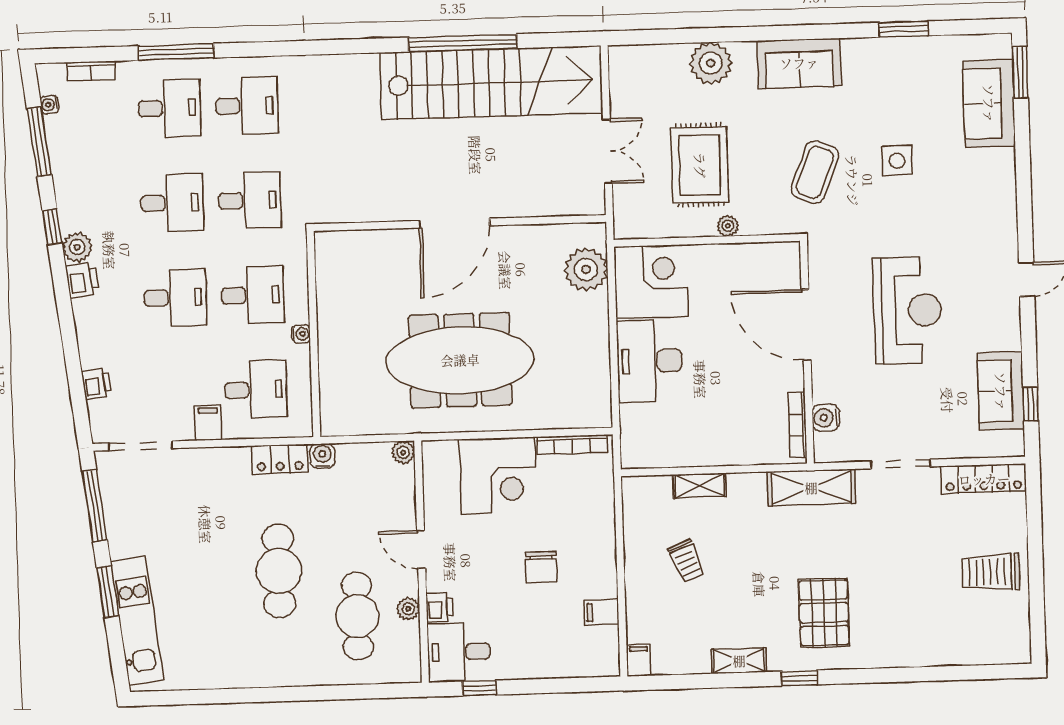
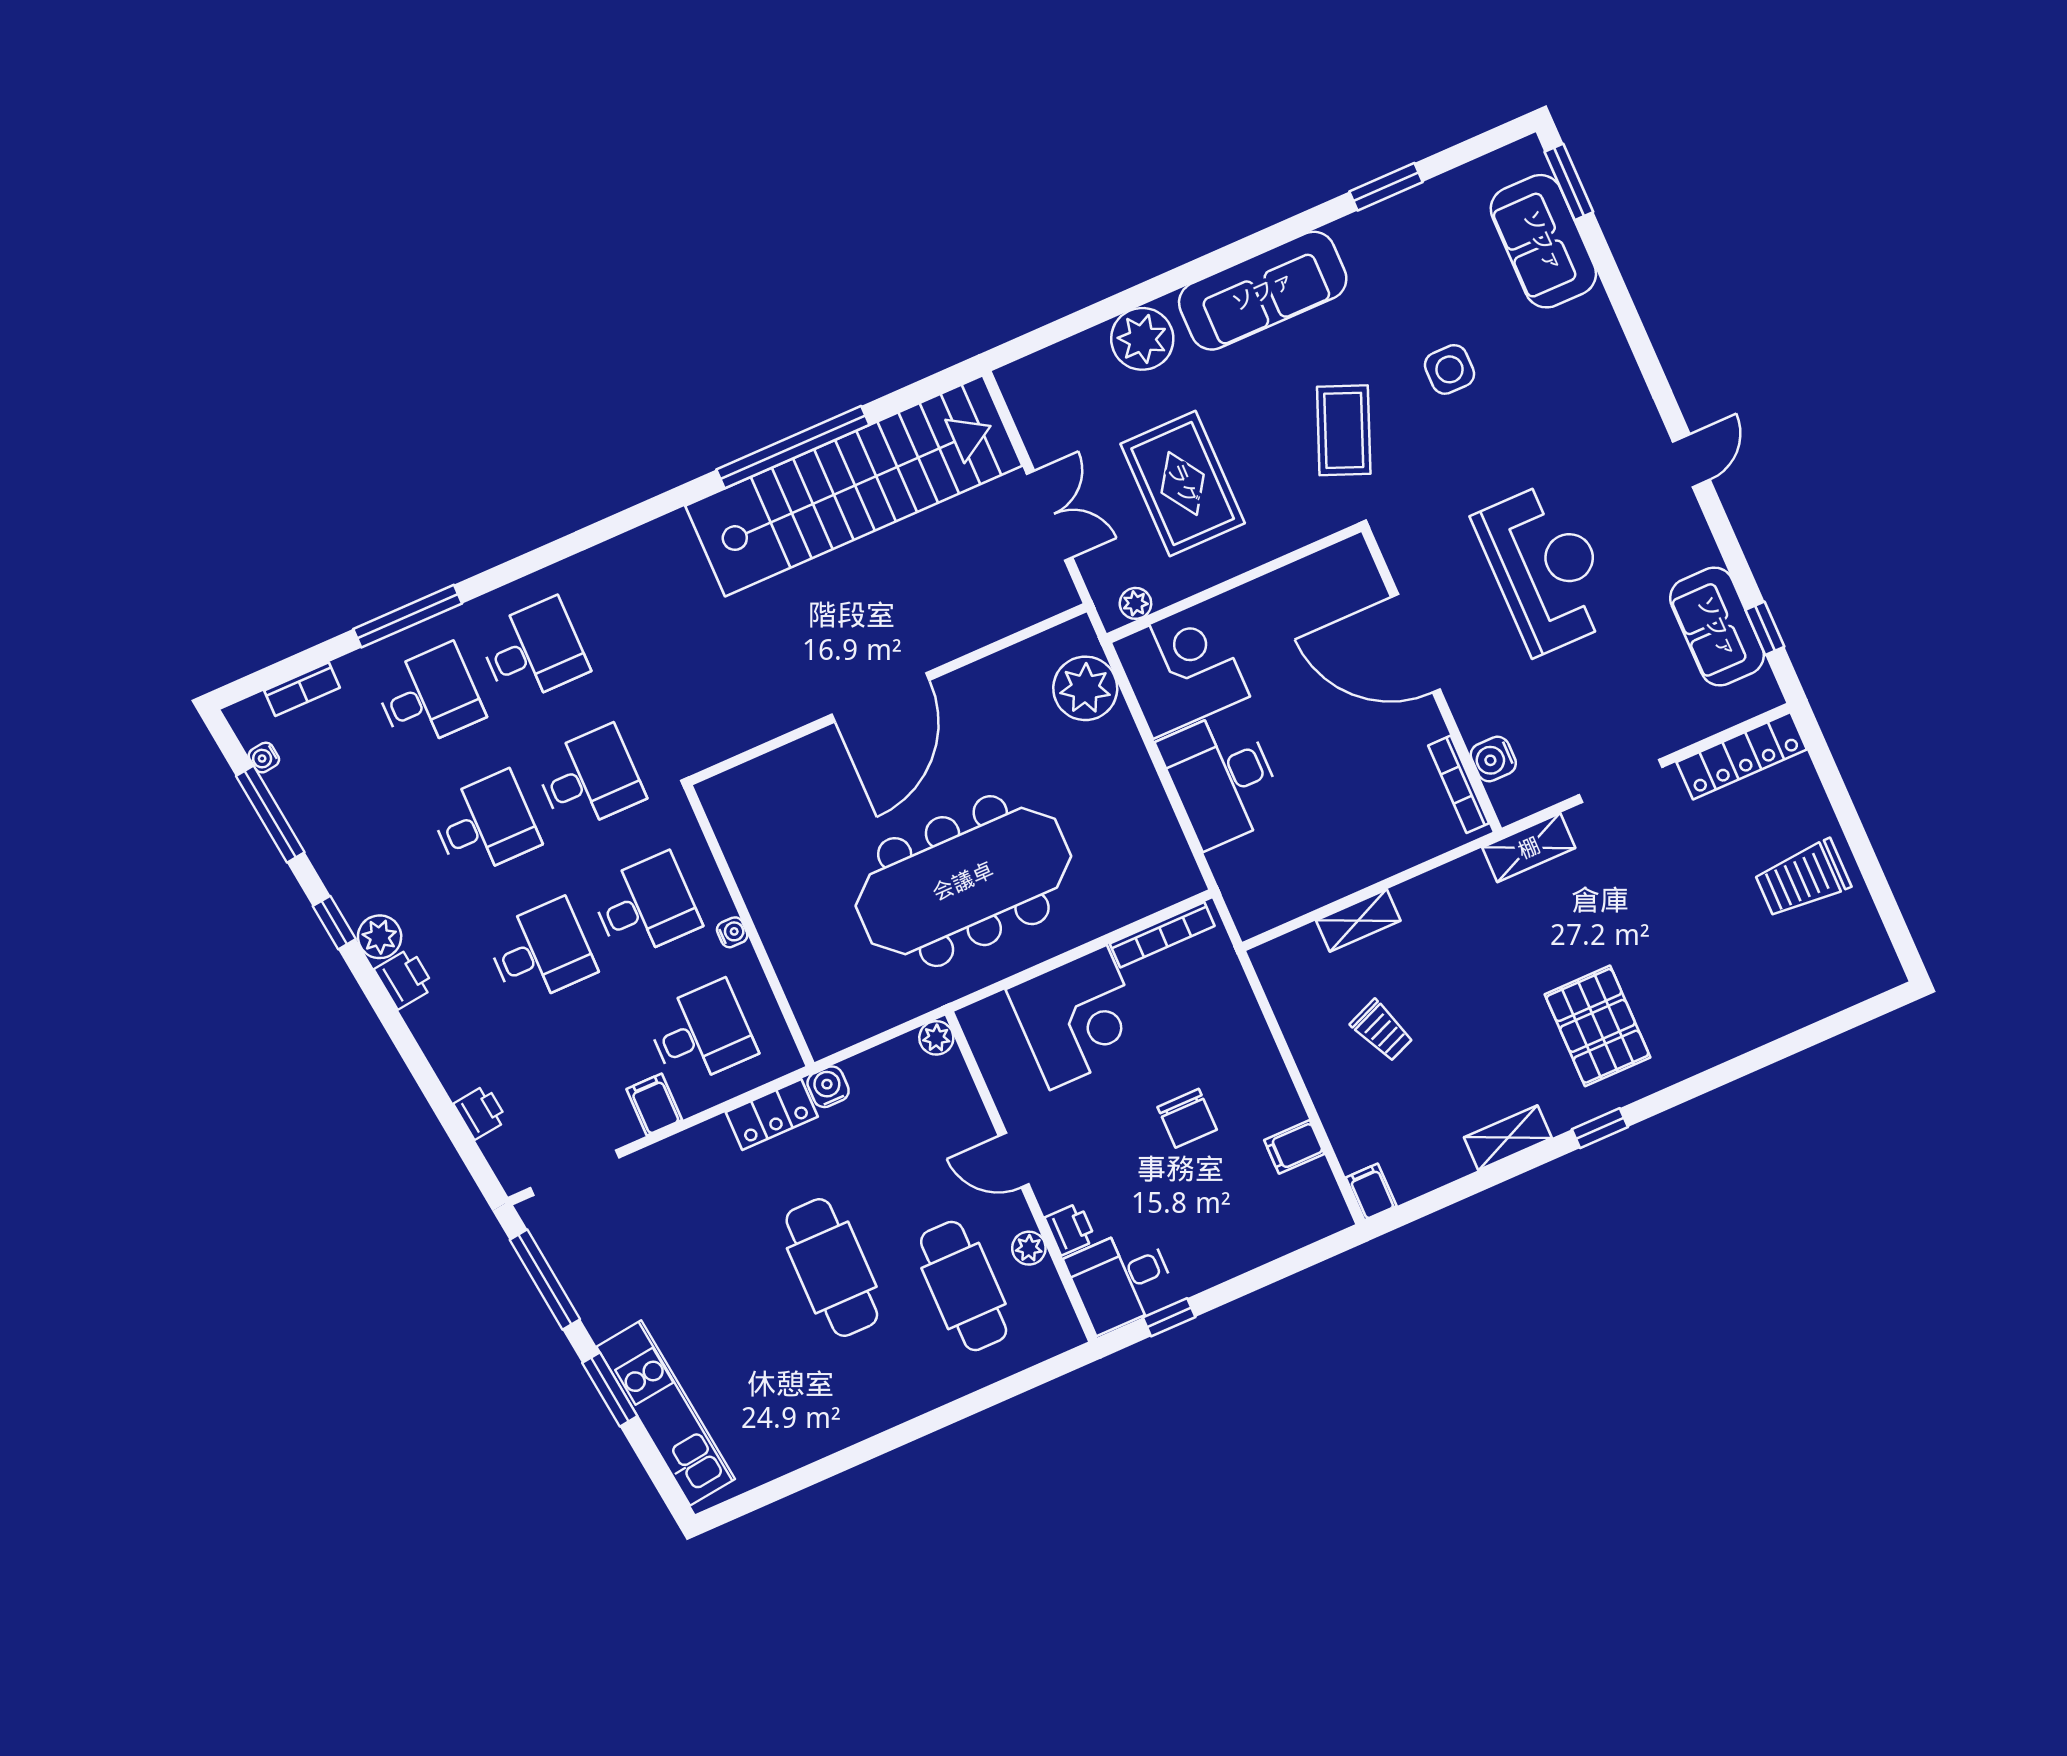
sofa: (799, 63) -> (1263, 291), width x1.36
plant: (728, 226) -> (1135, 603), moved
shelving: (811, 488) -> (1529, 848), width x0.67, depth x0.75

